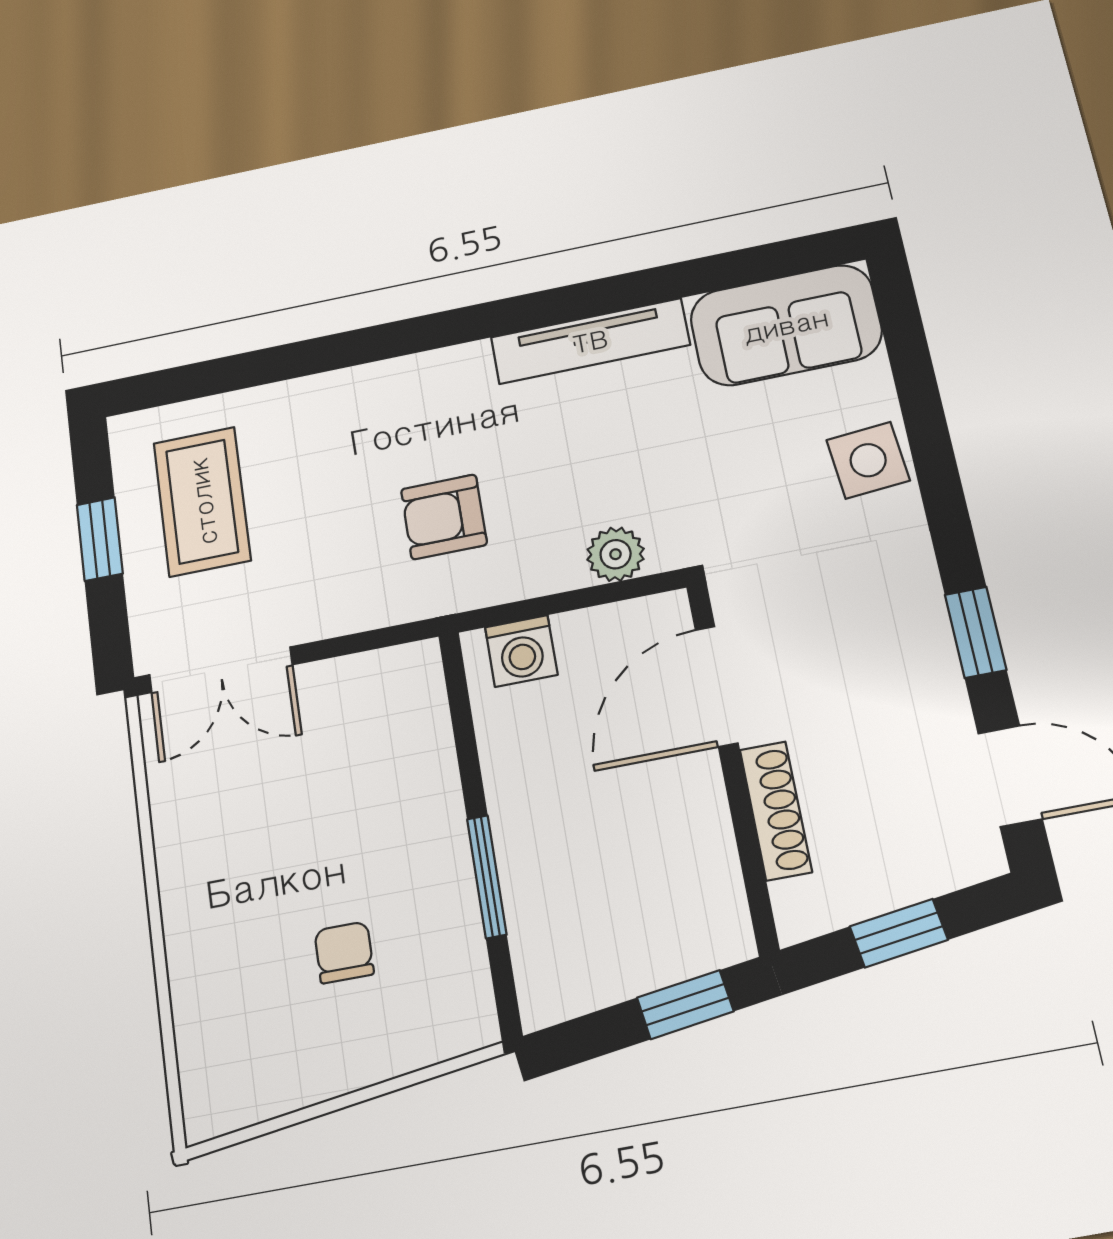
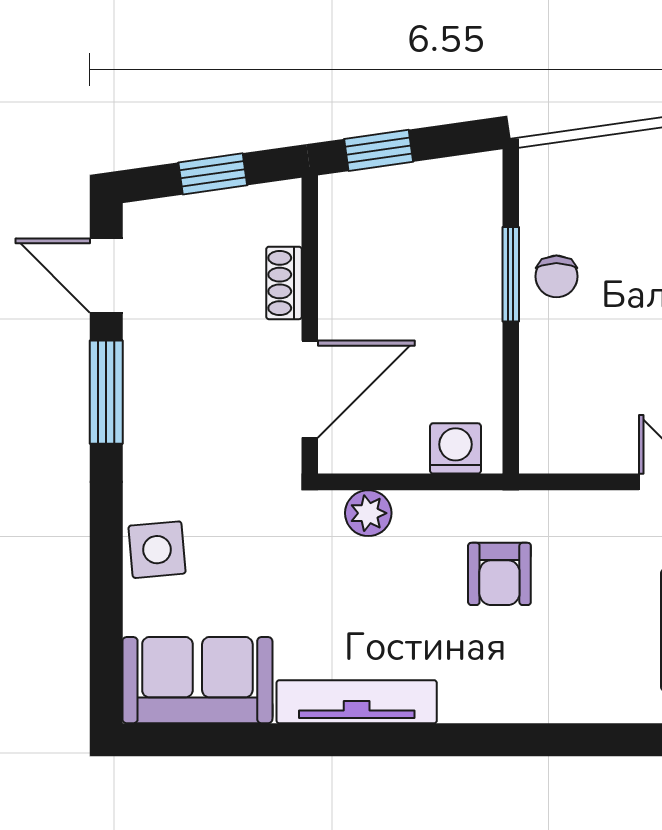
armchair: (444, 517) -> (499, 574), turned 90
window: (976, 632) -> (106, 392), width x1.50
shoe rack: (776, 811) -> (284, 283), width x0.70
chair: (344, 952) -> (556, 276), moved

